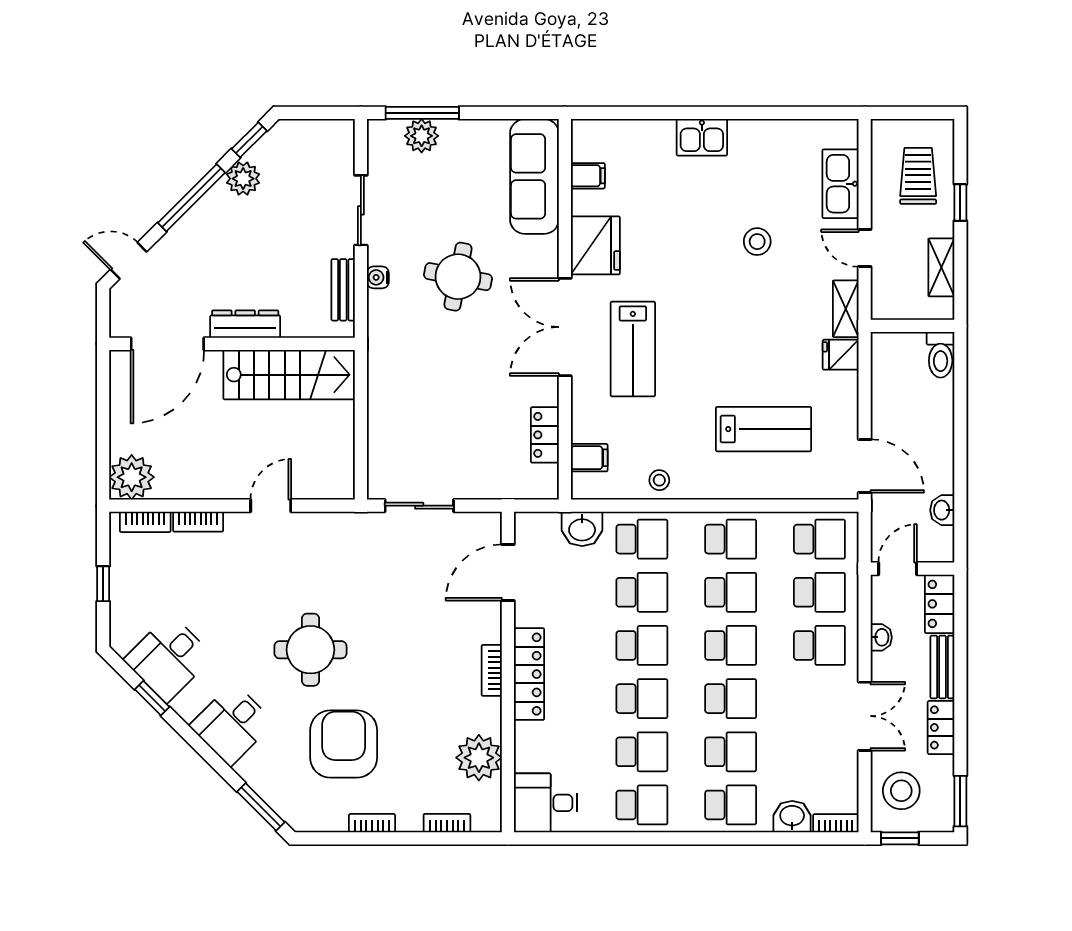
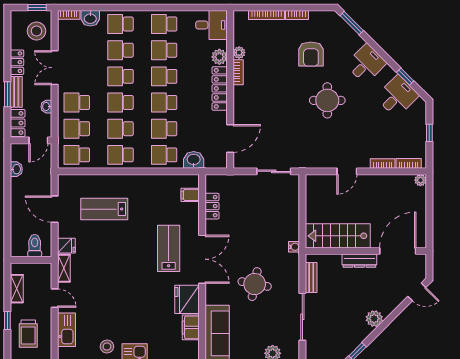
filing cabinet: (588, 176) -> (191, 327), width x2.00
plant: (243, 179) -> (374, 319), moved
window: (191, 198) -> (386, 323), removed
sliding door: (361, 210) -> (302, 317), width x1.37
stool: (757, 242) -> (107, 347), moved
water cooler: (378, 277) -> (294, 247), moved
toilet: (941, 355) -> (35, 246), moved
door: (865, 466) -> (55, 209), moved
plant: (132, 477) -> (420, 180), width x0.53, depth x0.53
stool: (659, 480) -> (156, 184), removed
bookcase: (492, 670) -> (238, 72), moved
plant: (530, 738) -> (219, 57), added
armchair: (344, 744) -> (311, 54), width x0.73, depth x0.73
plant: (479, 758) -> (239, 53), width x0.53, depth x0.53
window: (960, 801) -> (7, 94), moved
bookcase: (447, 823) -> (267, 15), width x1.56

